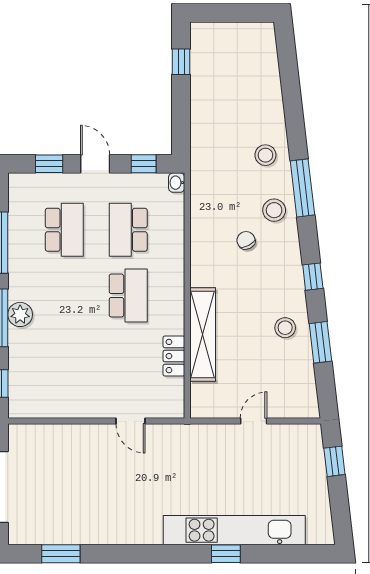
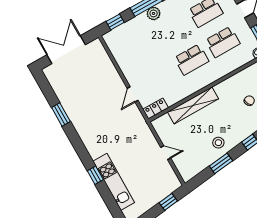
school desk: (128, 230) -> (223, 42), turned 180
locker: (174, 356) -> (156, 109), moved
kitchen unit: (234, 530) -> (114, 182), width x0.73
window: (61, 554) -> (61, 114), moved

